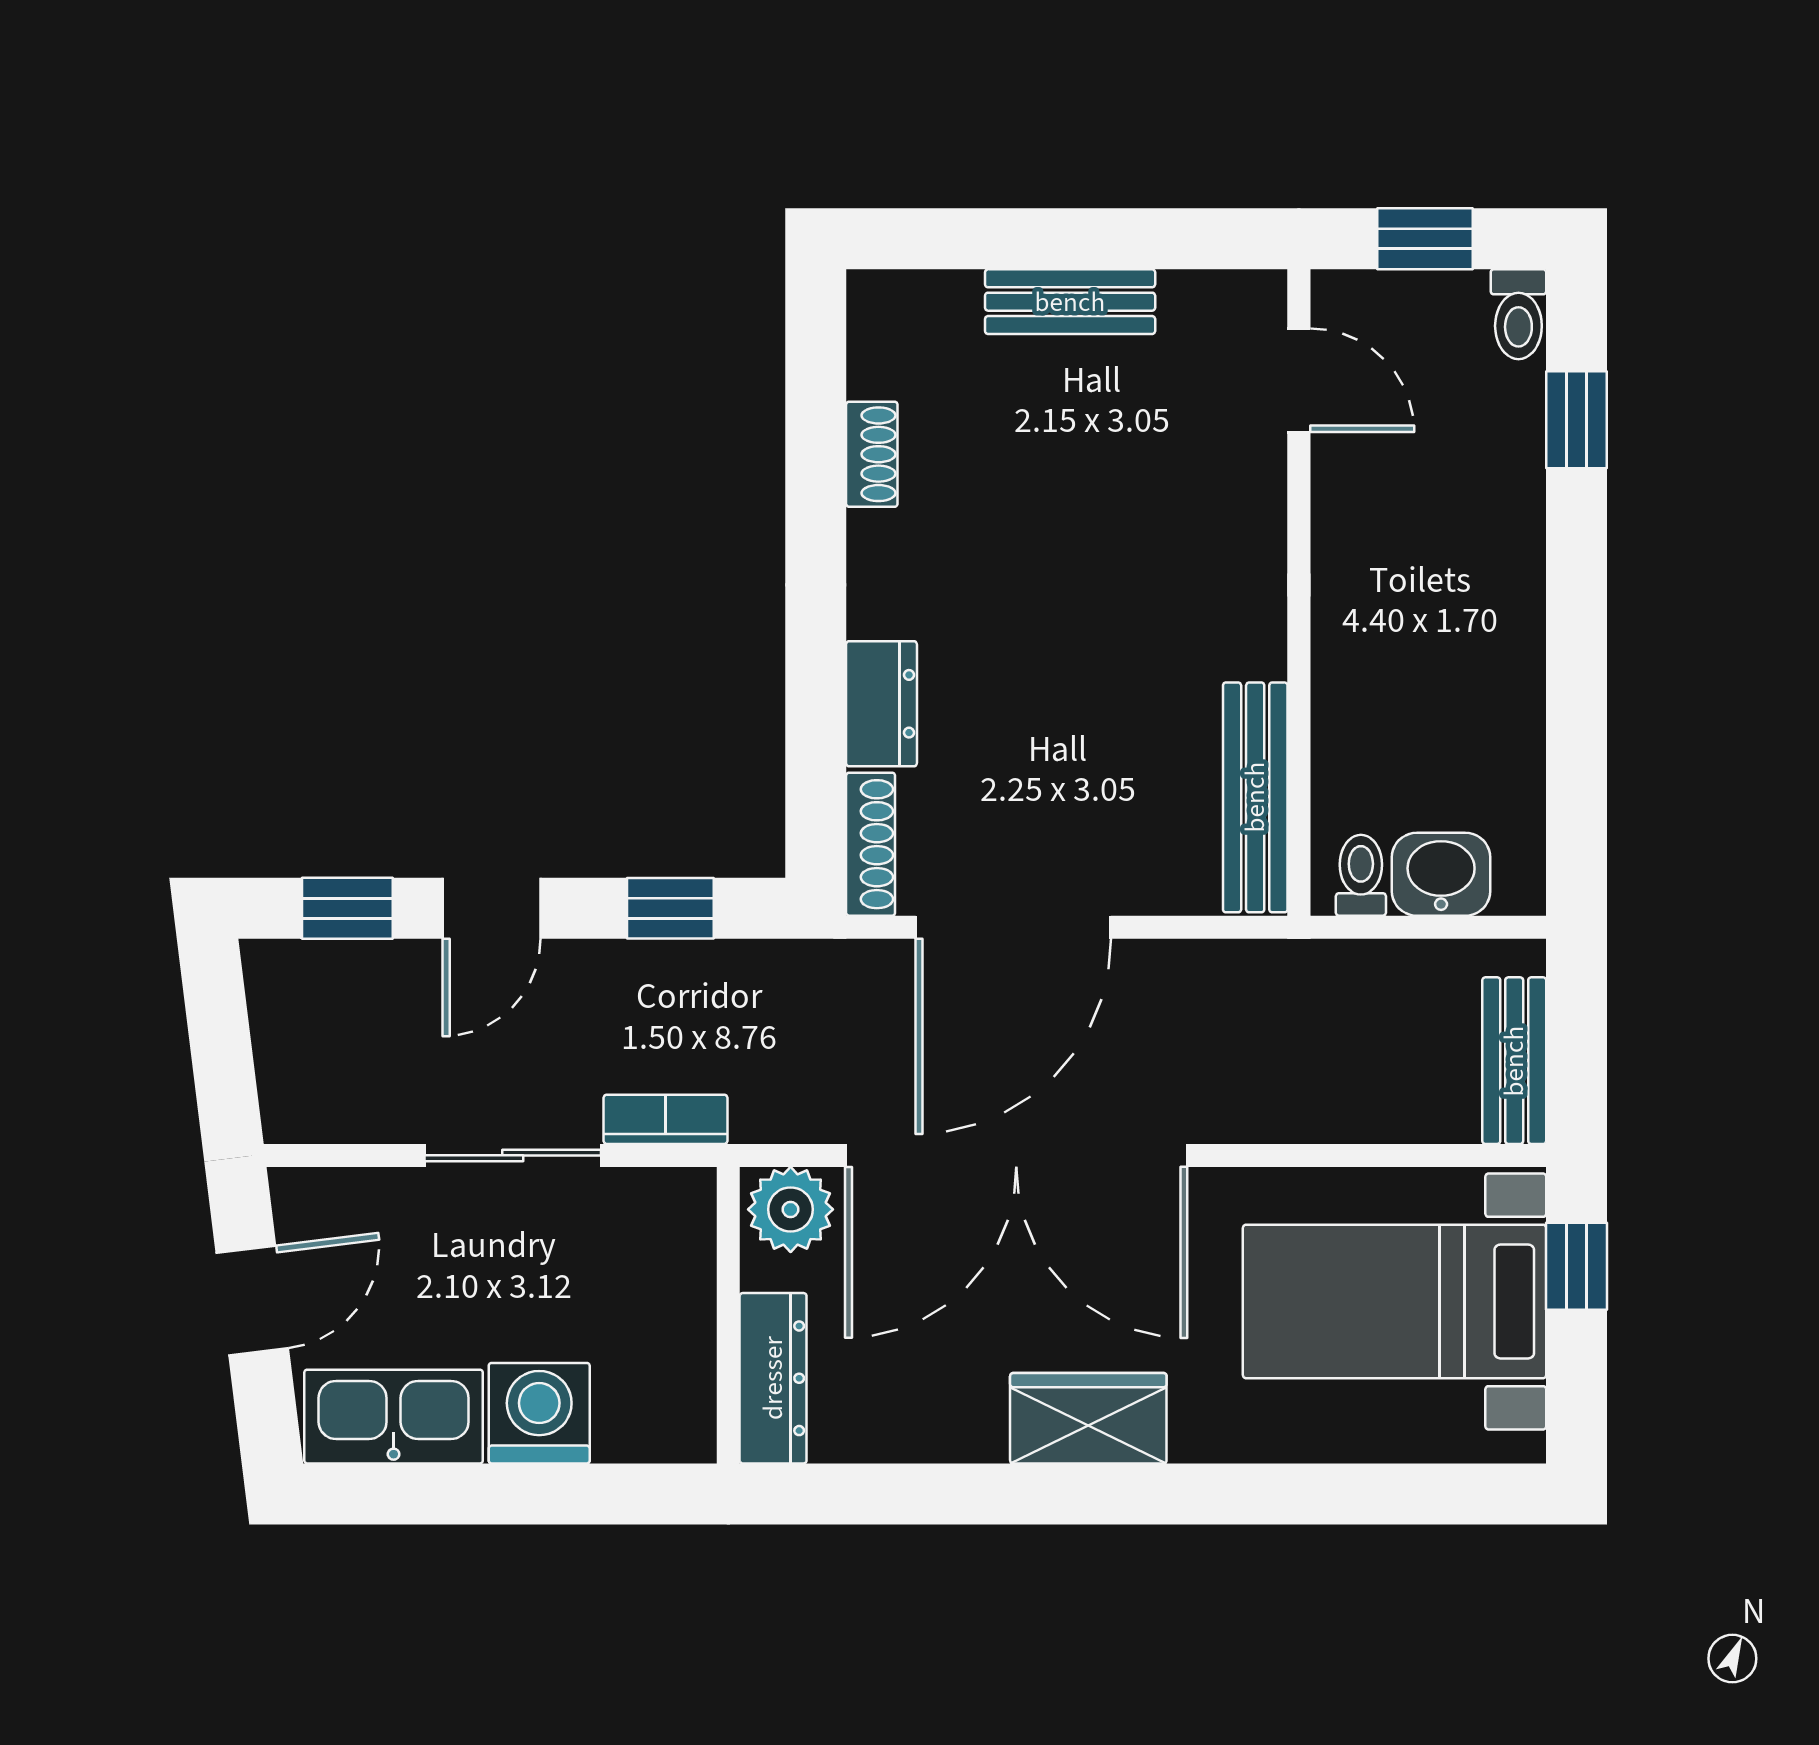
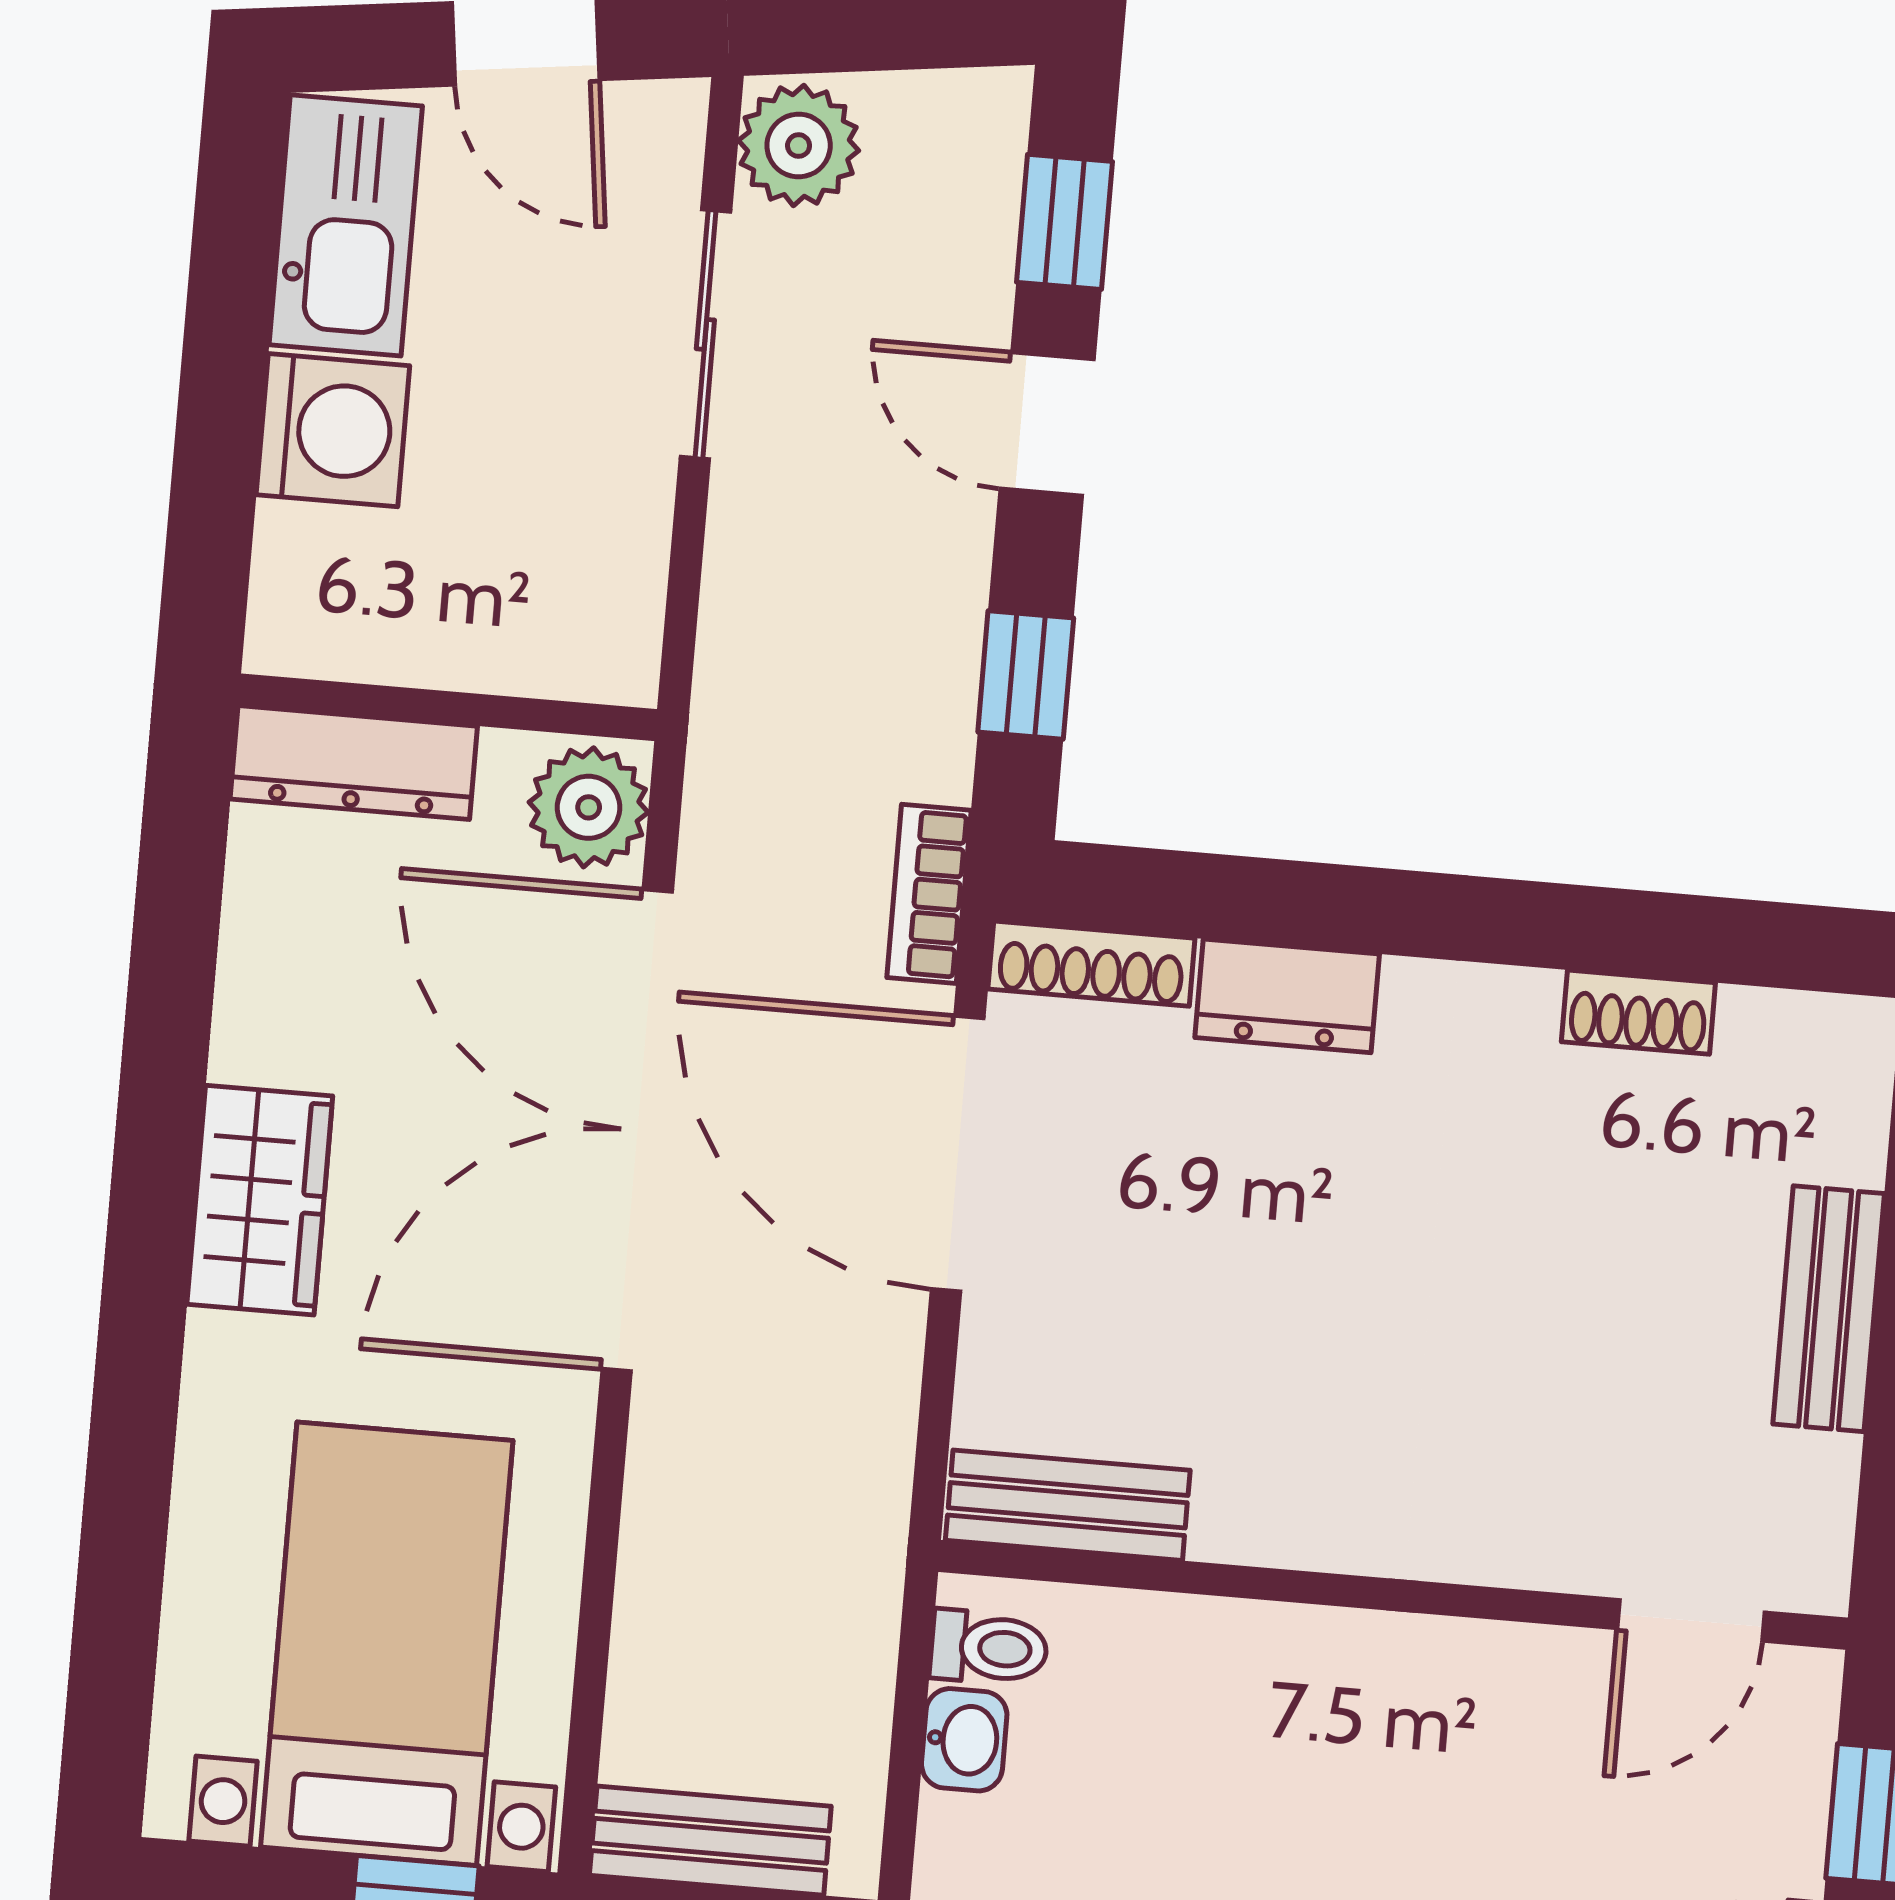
bench: (1255, 797) -> (1068, 1505), width x0.73
washbasin: (1441, 874) -> (964, 1740), width x0.72, depth x0.69
plant: (310, 1101) -> (799, 146), added
bookcase: (665, 1119) -> (929, 894), moved, turned 180
sliding door: (513, 1155) -> (705, 334), moved

